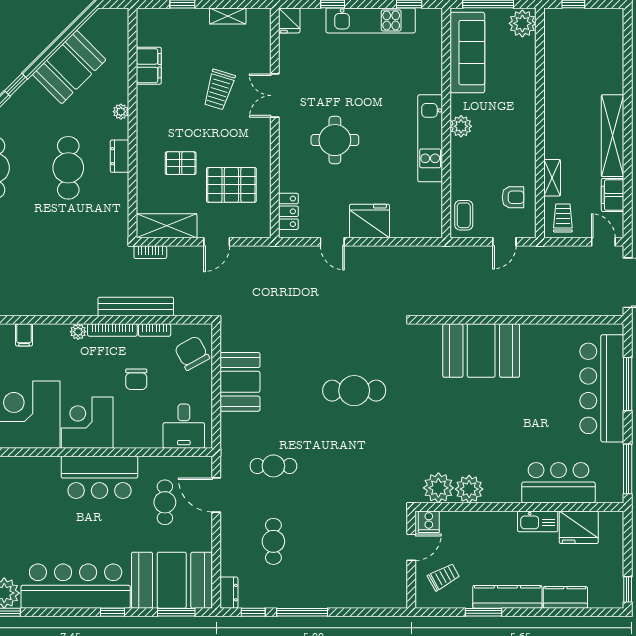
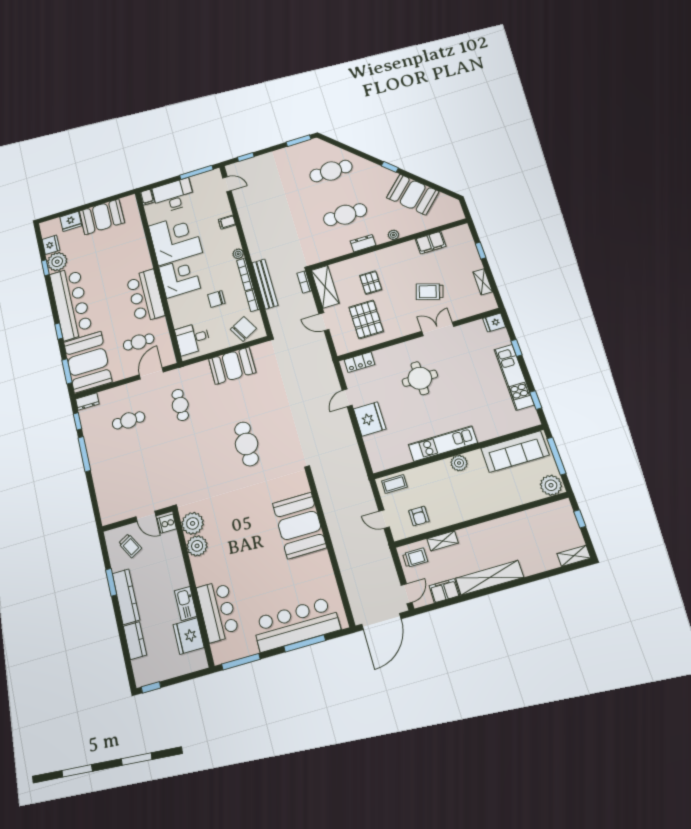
shelving: (615, 27) -> (574, 556), added

